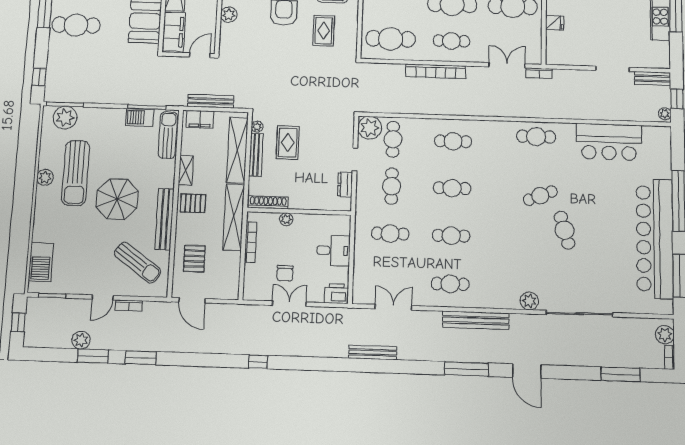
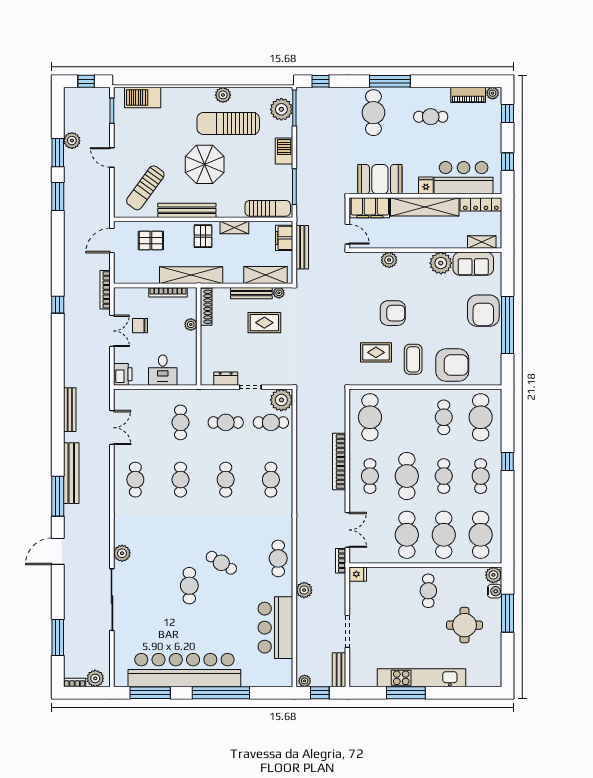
fridge: (555, 23) -> (358, 574), moved, turned -90
plant: (569, 111) -> (304, 590), added
barbecue: (140, 117) -> (284, 151), moved
shelving: (237, 150) -> (266, 275), width x0.68
cafe table: (540, 196) -> (221, 563), turned -36
cafe table: (565, 230) -> (189, 586), turned -74
bookcase: (129, 305) -> (105, 290), moved, width x1.56
bench: (476, 320) -> (71, 473), moved

